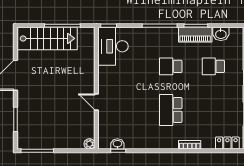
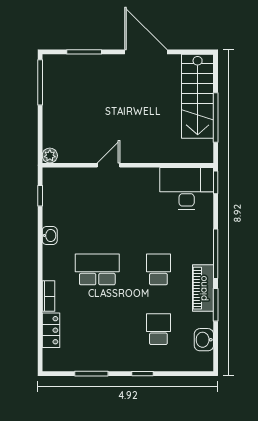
piano: (195, 35) -> (203, 288), moved
locker: (227, 143) -> (51, 330), moved
washbasin: (117, 144) -> (50, 235), moved

